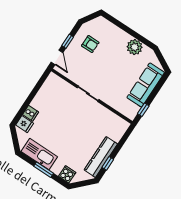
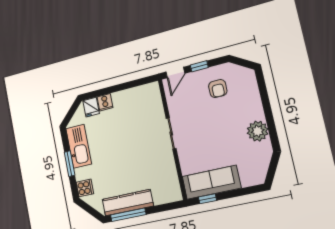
sofa: (146, 85) -> (211, 182), moved
window: (108, 163) -> (128, 215), width x2.17

